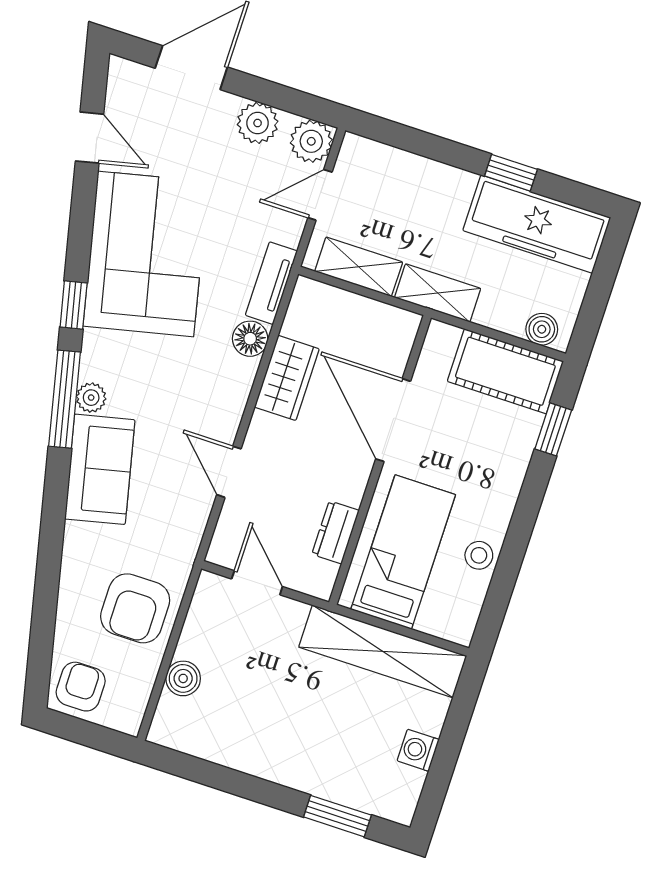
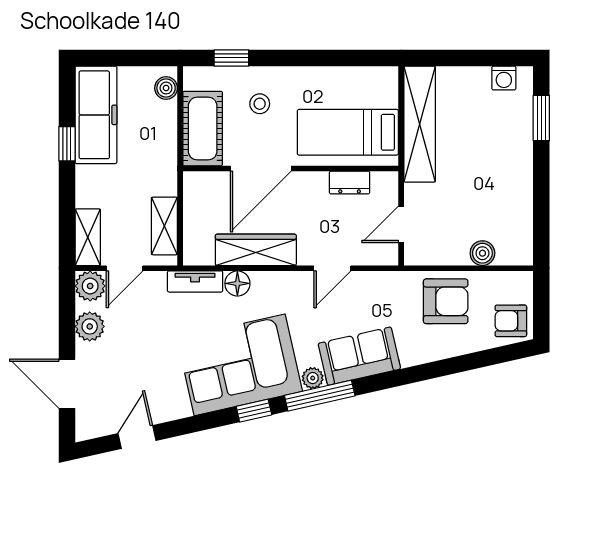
door: (320, 195) -> (124, 268), hinge flipped
corner sofa: (146, 254) -> (240, 365), moved
shelving: (438, 293) -> (88, 237), moved
cot: (505, 371) -> (203, 129), moved
wardrobe: (287, 378) -> (256, 250), width x1.50
stool: (479, 555) -> (260, 104), moved
washing machine: (418, 750) -> (504, 78), moved

